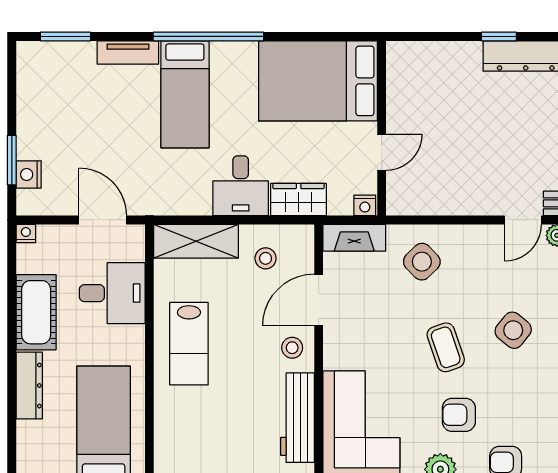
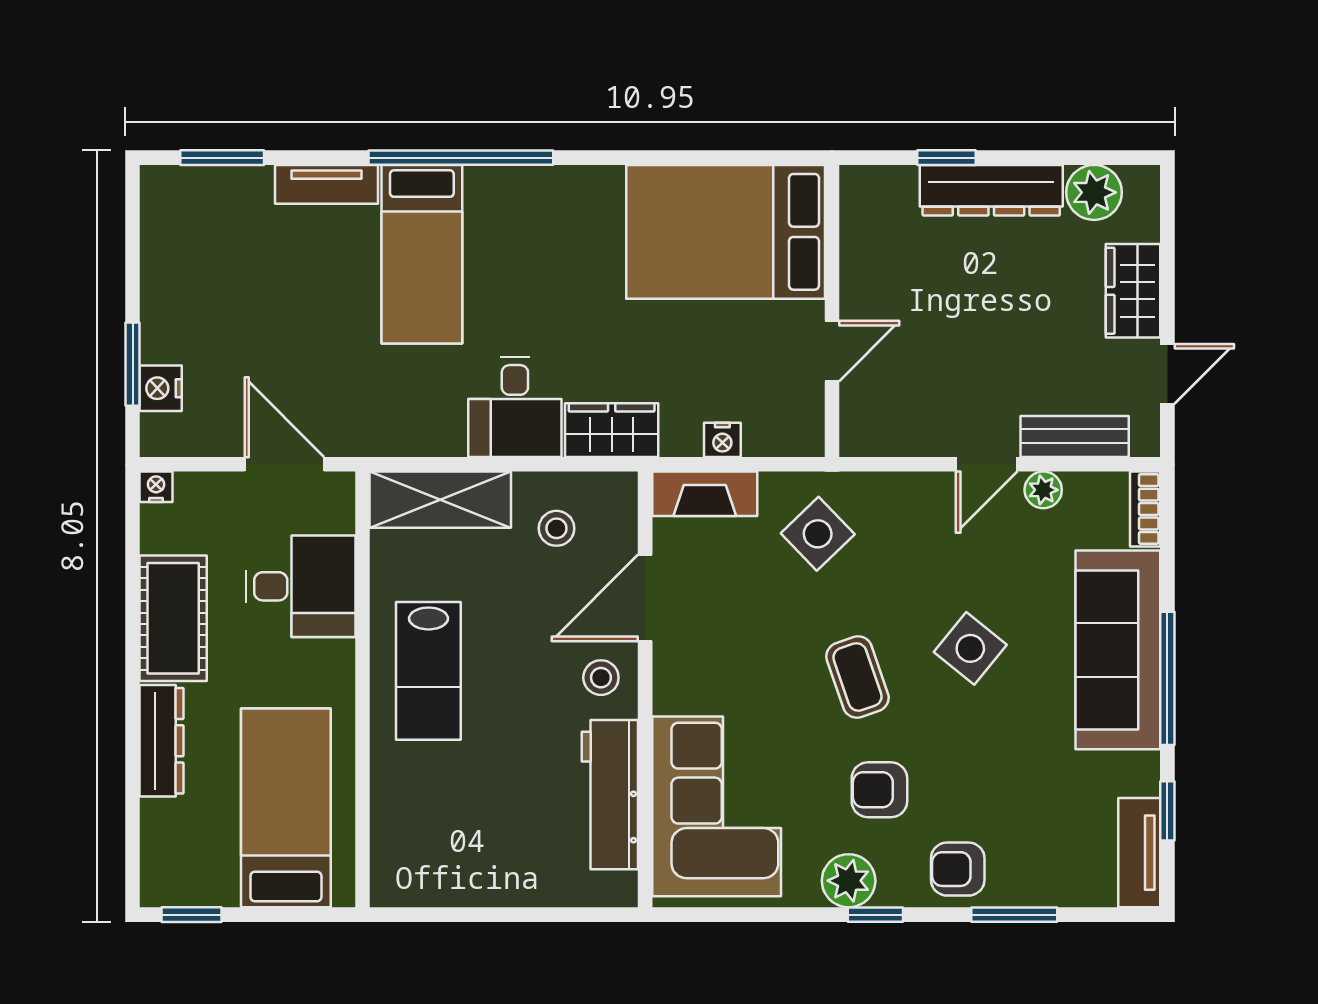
bed: (318, 81) -> (726, 232), moved
wall: (382, 128) -> (832, 311), moved
door: (382, 152) -> (832, 351), moved

